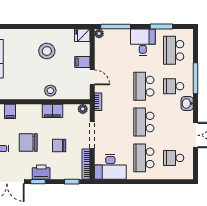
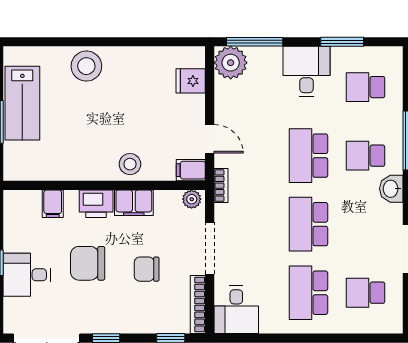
plant: (99, 34) -> (231, 63), width x1.88, depth x1.88
fridge: (82, 35) -> (191, 81), moved
school desk: (174, 50) -> (366, 87), width x0.54
stool: (47, 51) -> (86, 66), moved
filing cabinet: (82, 62) -> (191, 170), moved
desk: (110, 167) -> (236, 310), width x0.73
printer: (41, 172) -> (96, 204), moved, turned 180

